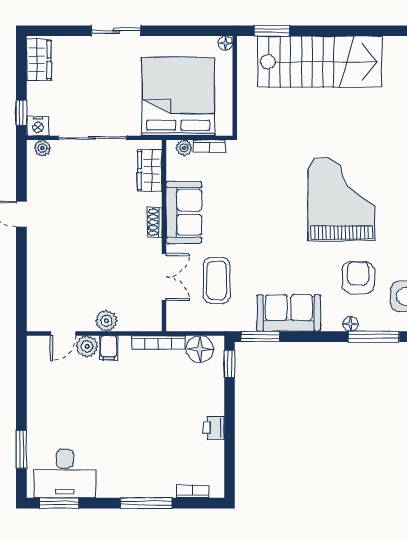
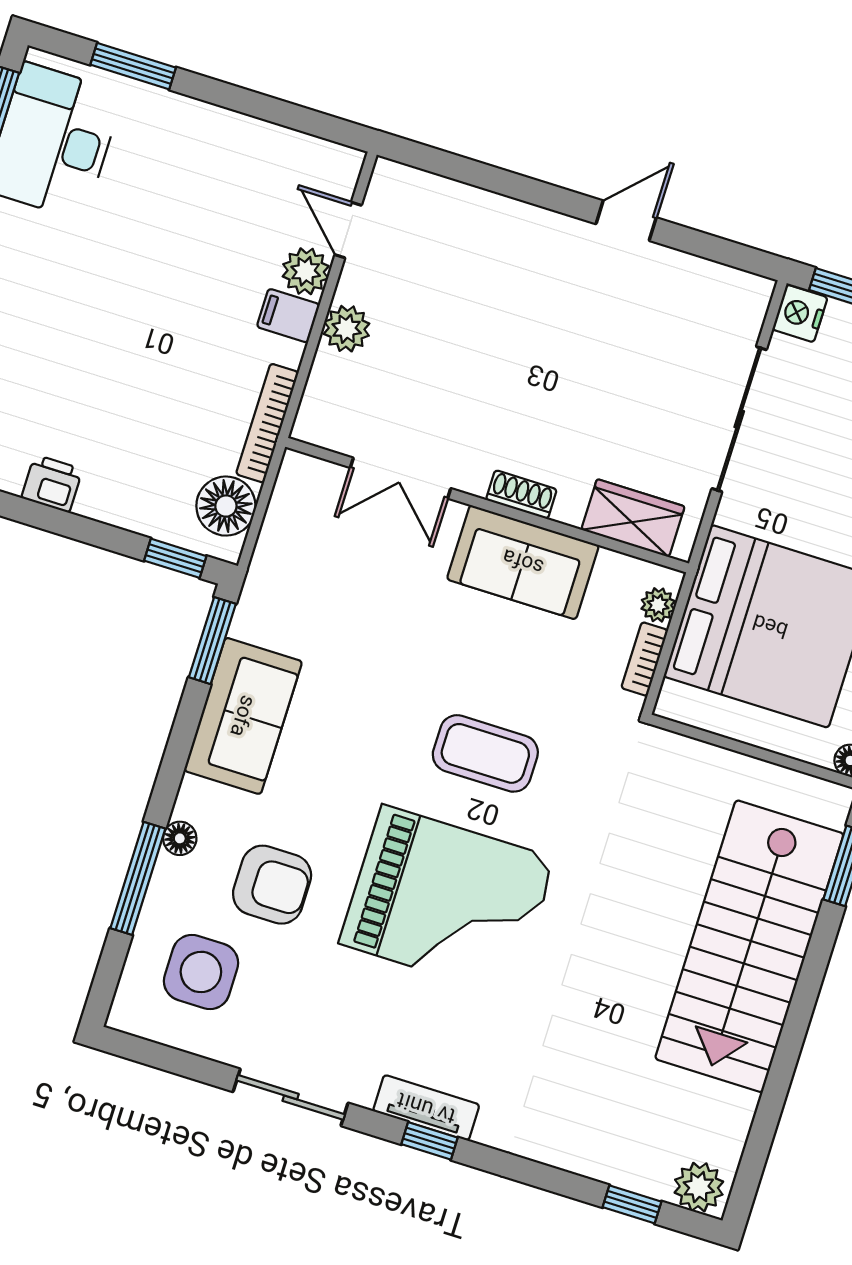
plant: (42, 148) -> (751, 308), removed
coffee table: (217, 280) -> (485, 753), moved

